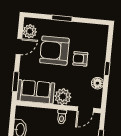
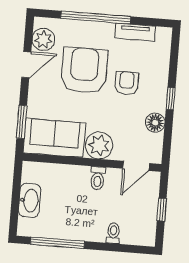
window: (62, 18) -> (96, 17), width x2.11
tv unit: (86, 28) -> (135, 32), added
armchair: (54, 51) -> (84, 70), turned 90
armchair: (80, 59) -> (127, 83), turned 90

